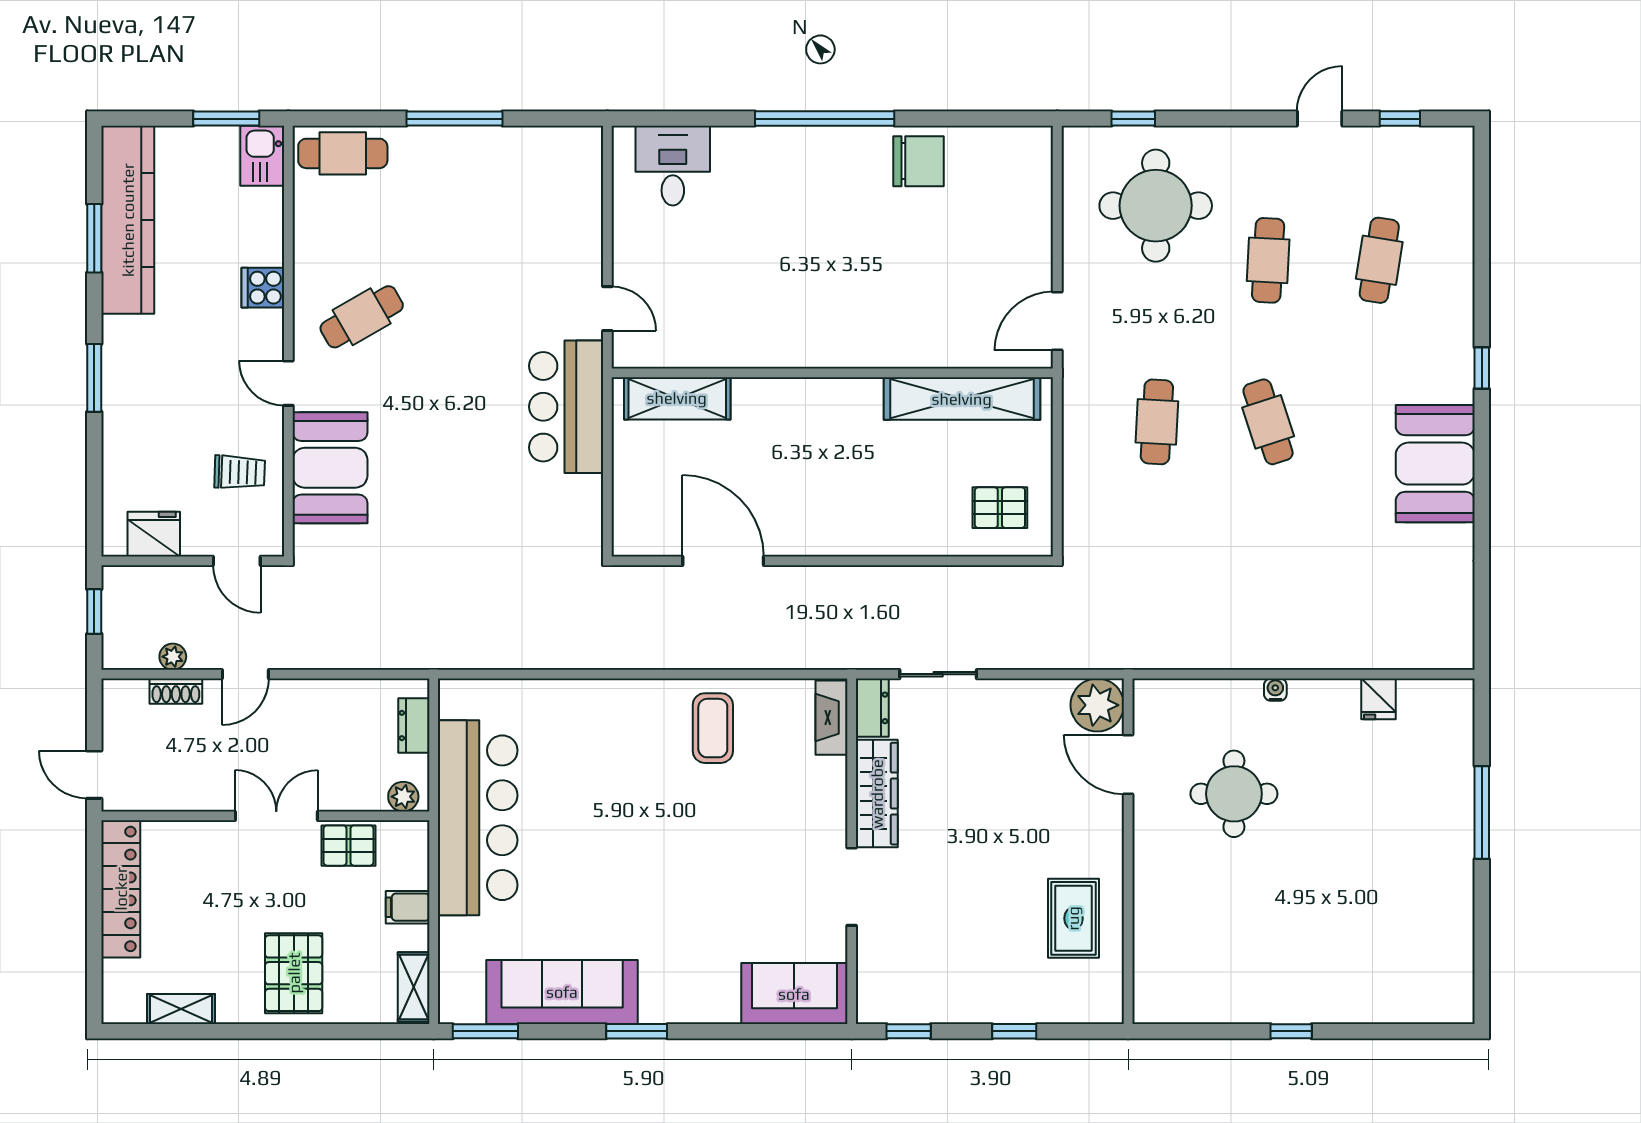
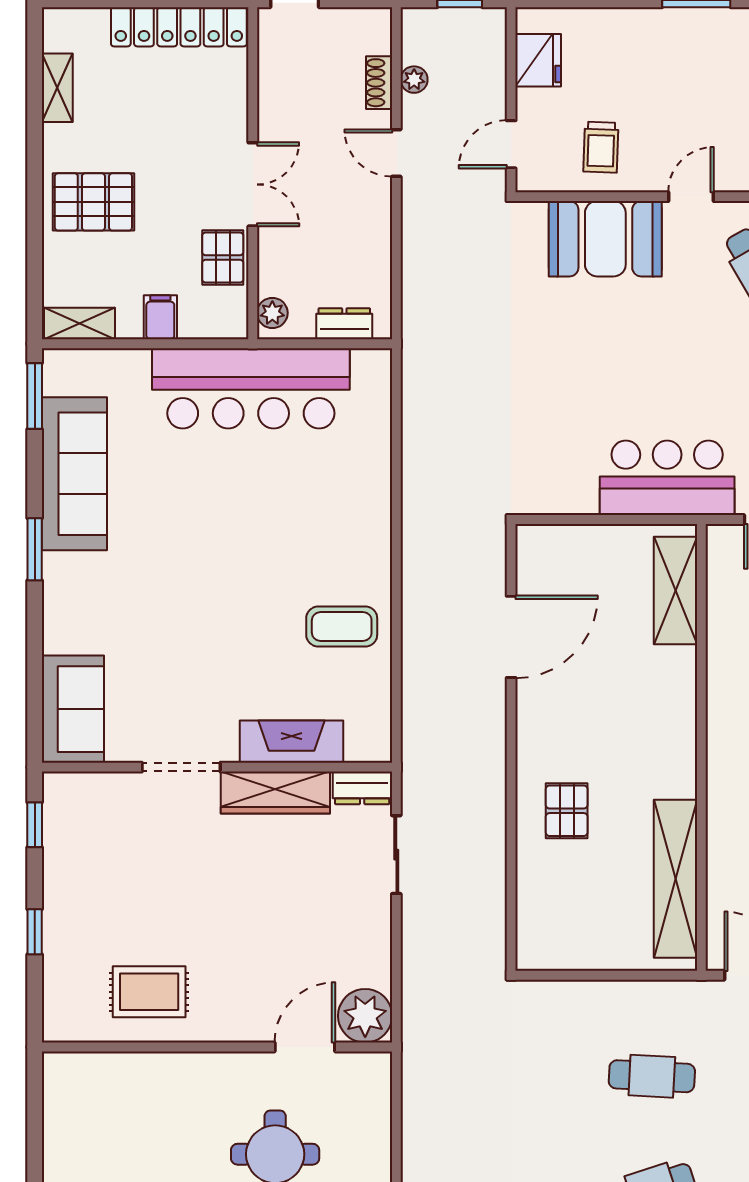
pallet: (1000, 508) -> (567, 811), moved
fireplace: (832, 718) -> (292, 742), moved, width x1.37, depth x1.32

